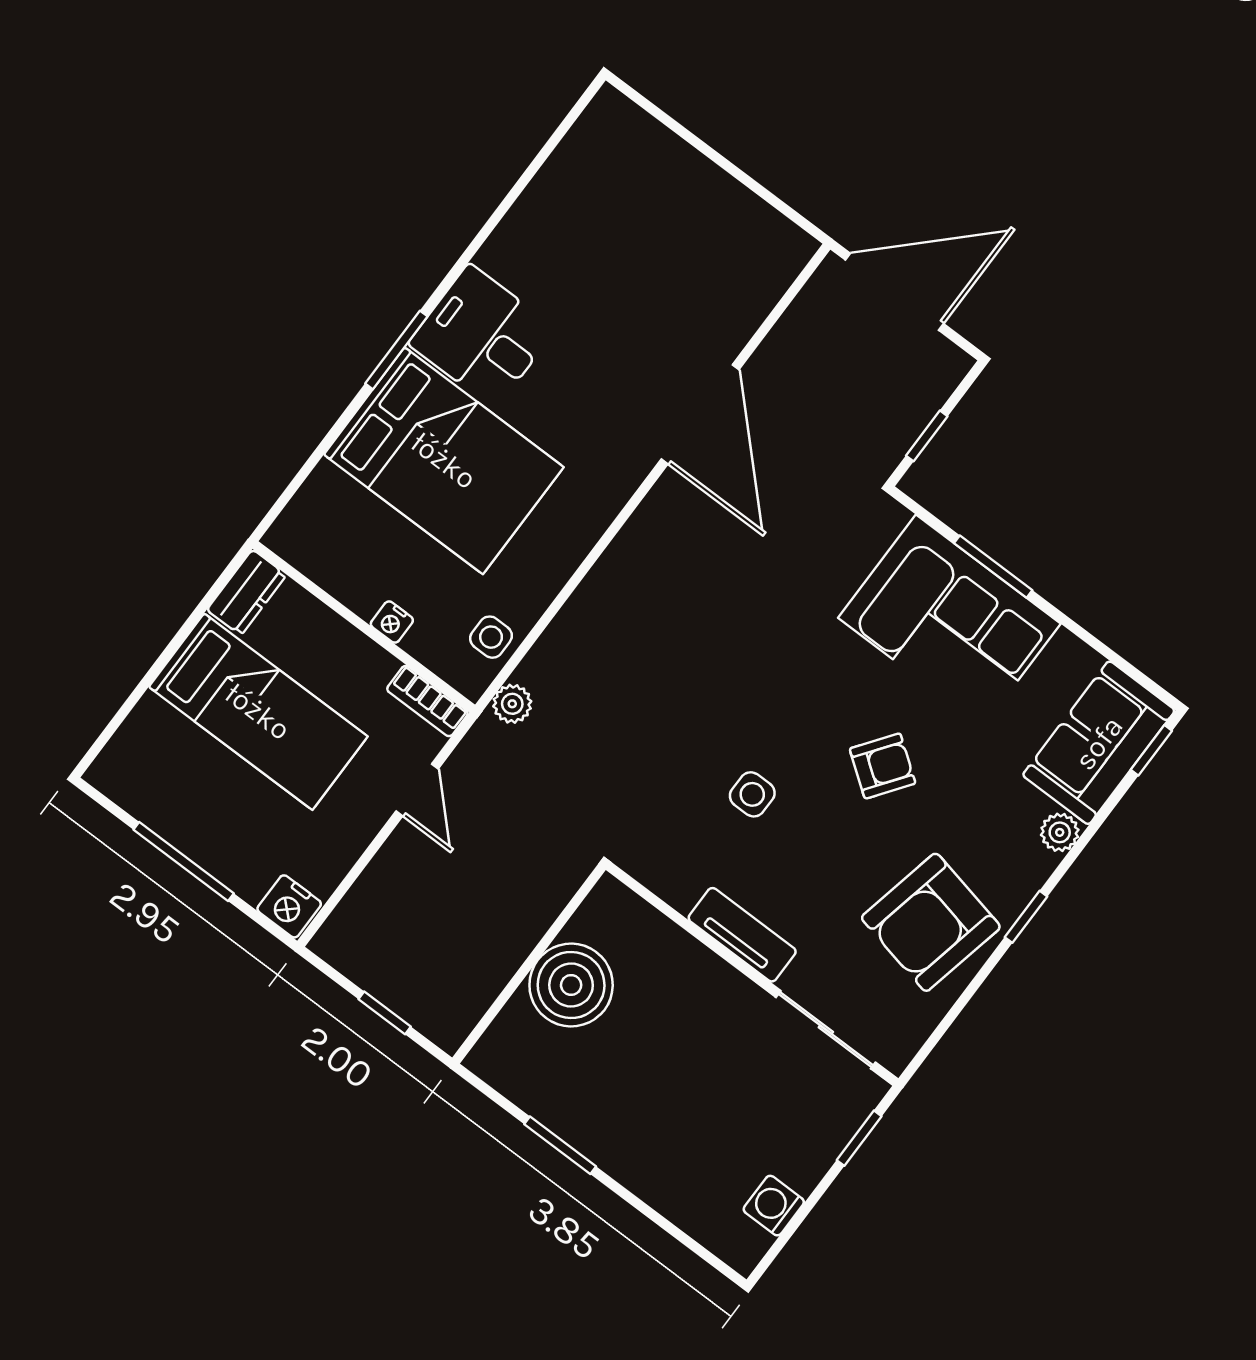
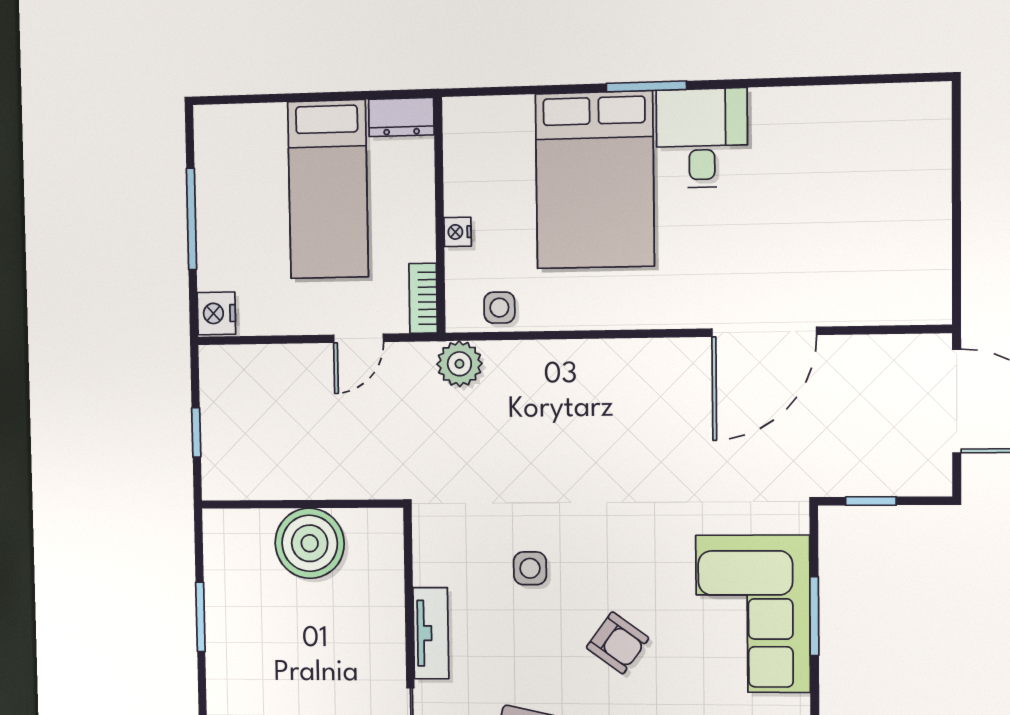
plant: (512, 704) -> (459, 364), width x1.38, depth x1.38

